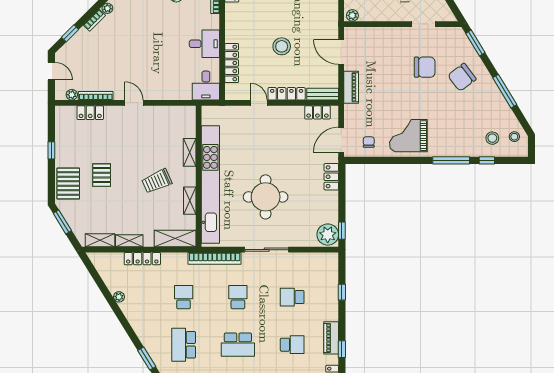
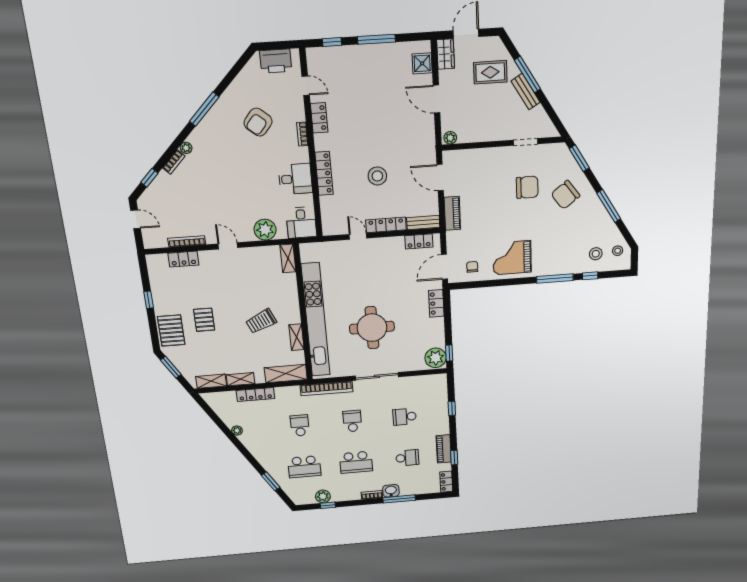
locker: (232, 63) -> (324, 173), moved
plant: (72, 95) -> (265, 230), moved, width x1.88, depth x1.88
shelving: (190, 152) -> (288, 258), moved
school desk: (184, 345) -> (304, 467), turned -90

